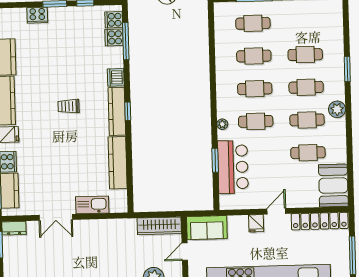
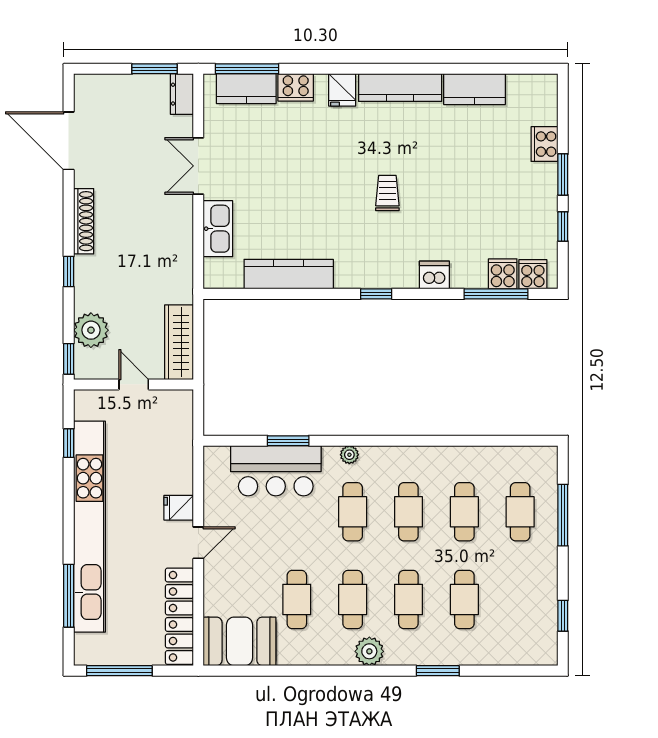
kitchen counter: (117, 111) -> (376, 275), removed
door: (276, 211) -> (198, 543), hinge flipped
sofa: (207, 228) -> (174, 423), removed

